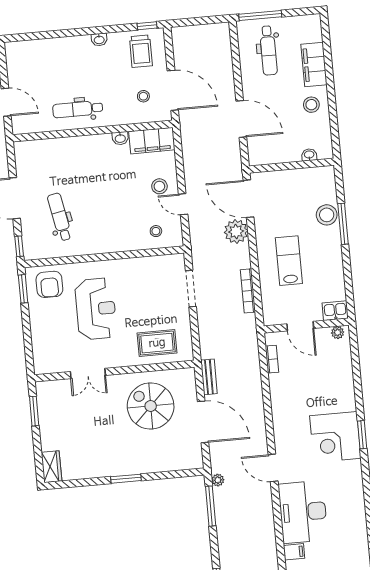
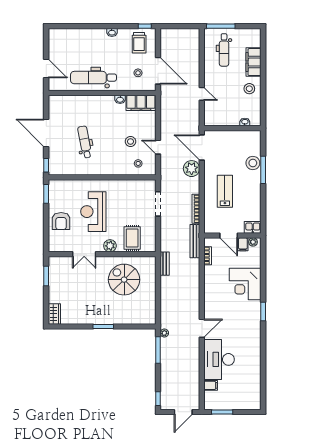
dental chair: (78, 109) -> (93, 78), width x1.36, depth x1.38
door: (241, 119) -> (202, 94), width x0.53
stool: (159, 186) -> (130, 141), moved
dental chair: (60, 217) -> (85, 142), moved
armchair: (49, 284) -> (61, 221), moved
reception desk: (96, 309) -> (93, 212), turned 180
filing cabinet: (323, 337) -> (243, 244), added
bench: (251, 339) -> (195, 241), added
rug: (157, 343) -> (132, 238), turned 90
plant: (125, 358) -> (110, 246), added
door: (203, 422) -> (158, 293), removed
corner desk: (335, 437) -> (245, 284), moved
door: (273, 468) -> (202, 328), swing flipped

